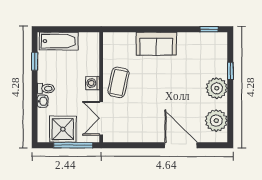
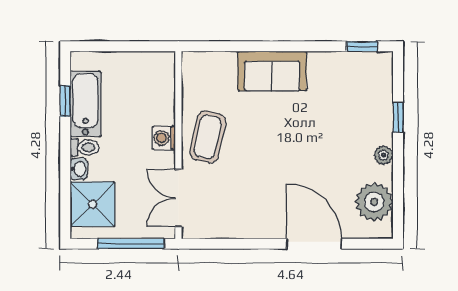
bathtub: (59, 41) -> (85, 104), moved, turned -90
plant: (217, 88) -> (383, 155), width x0.53, depth x0.53
shower: (63, 129) -> (92, 204), moved

